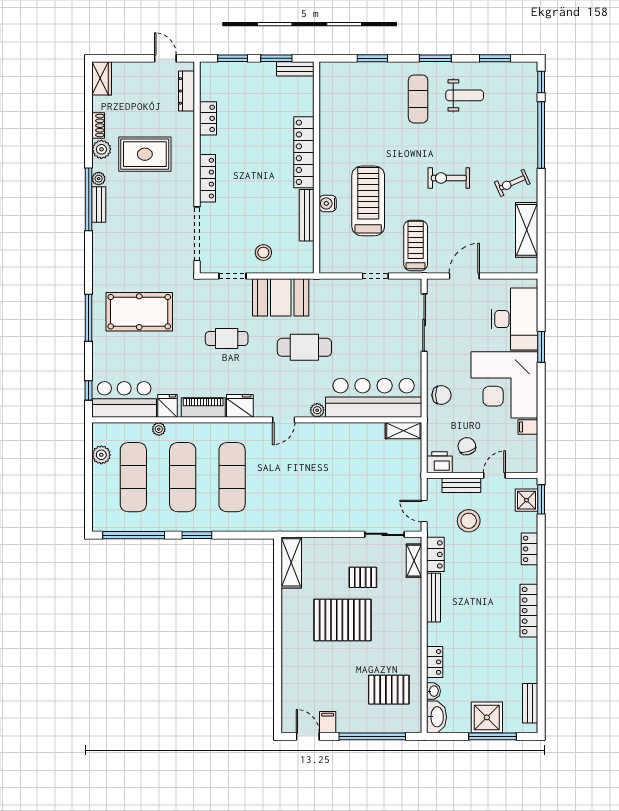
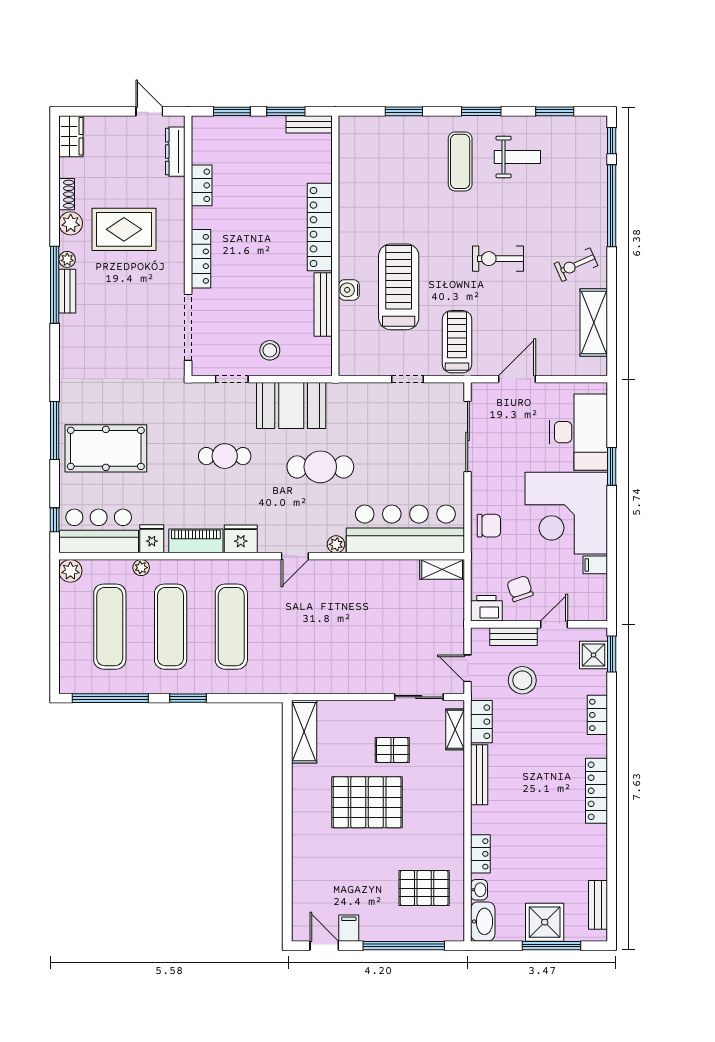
pool table: (139, 312) -> (106, 448), moved
plant: (101, 455) -> (70, 571), moved

